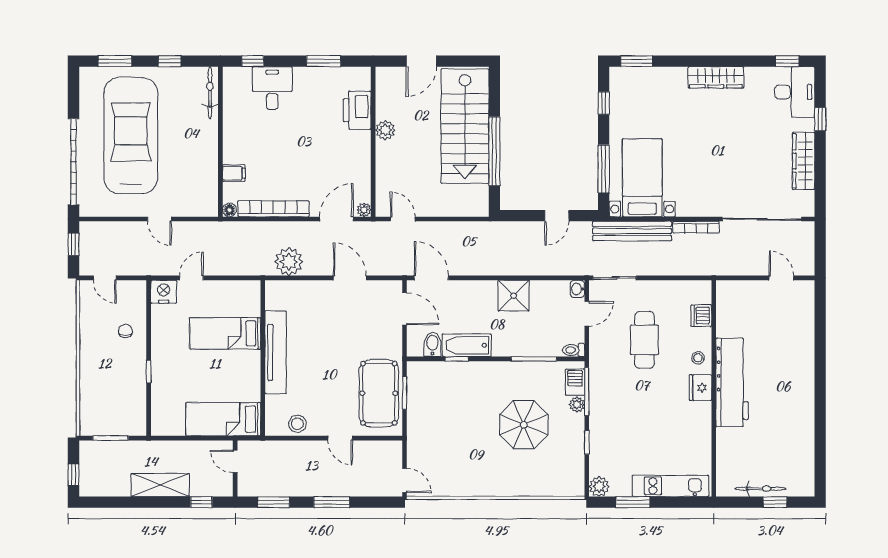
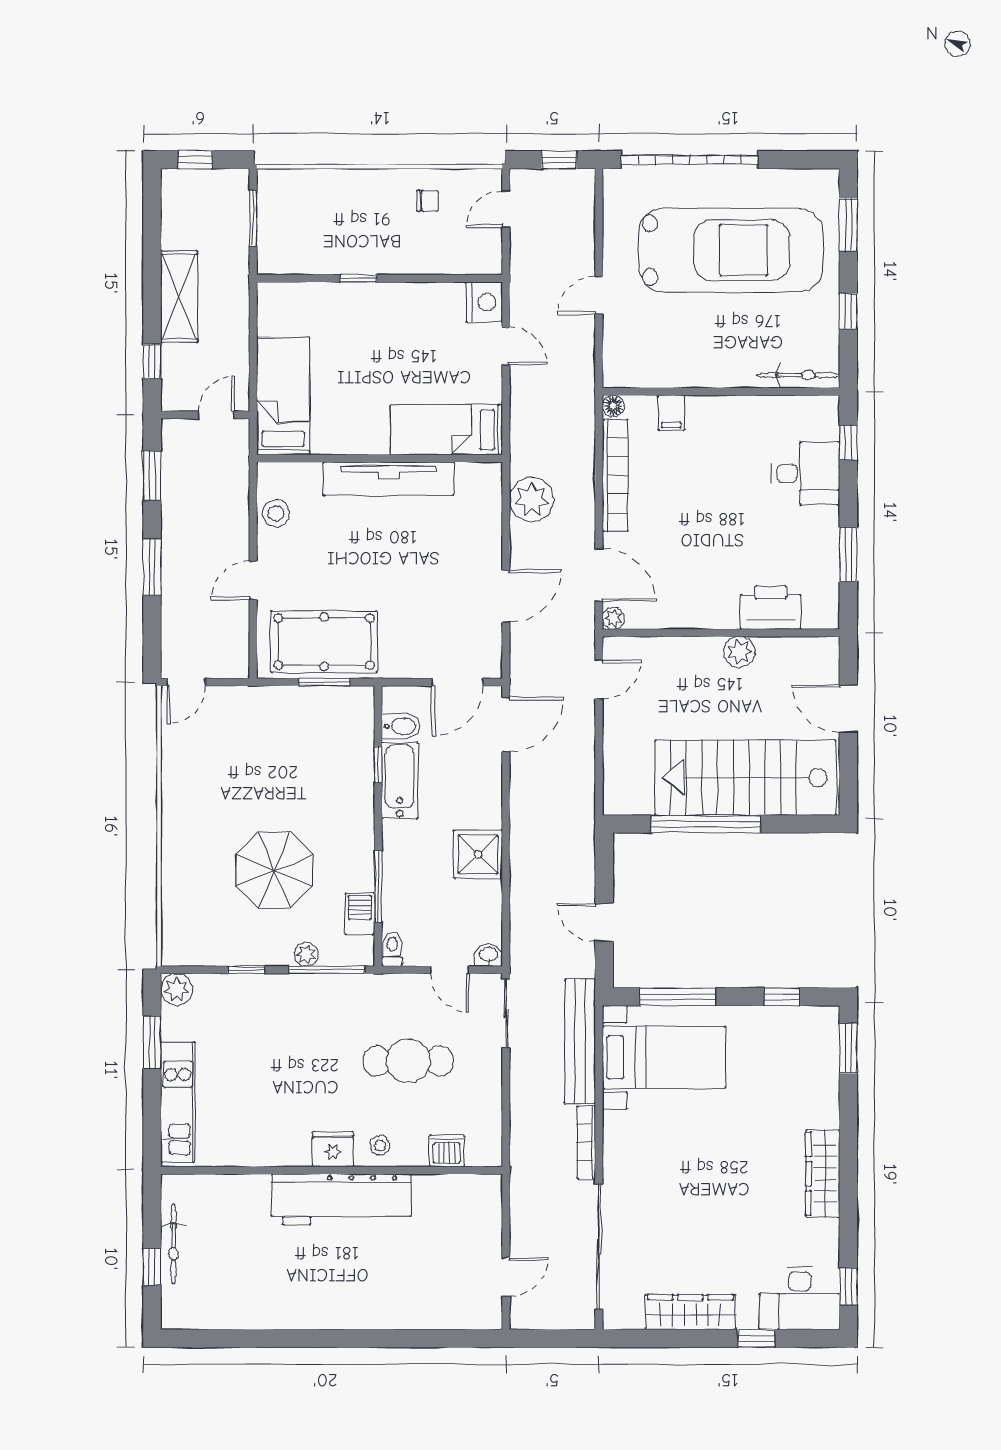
chair: (125, 331) -> (427, 201), moved
bed: (225, 333) -> (447, 430), moved, turned -90
barbecue: (575, 382) -> (360, 914), moved, turned -90

